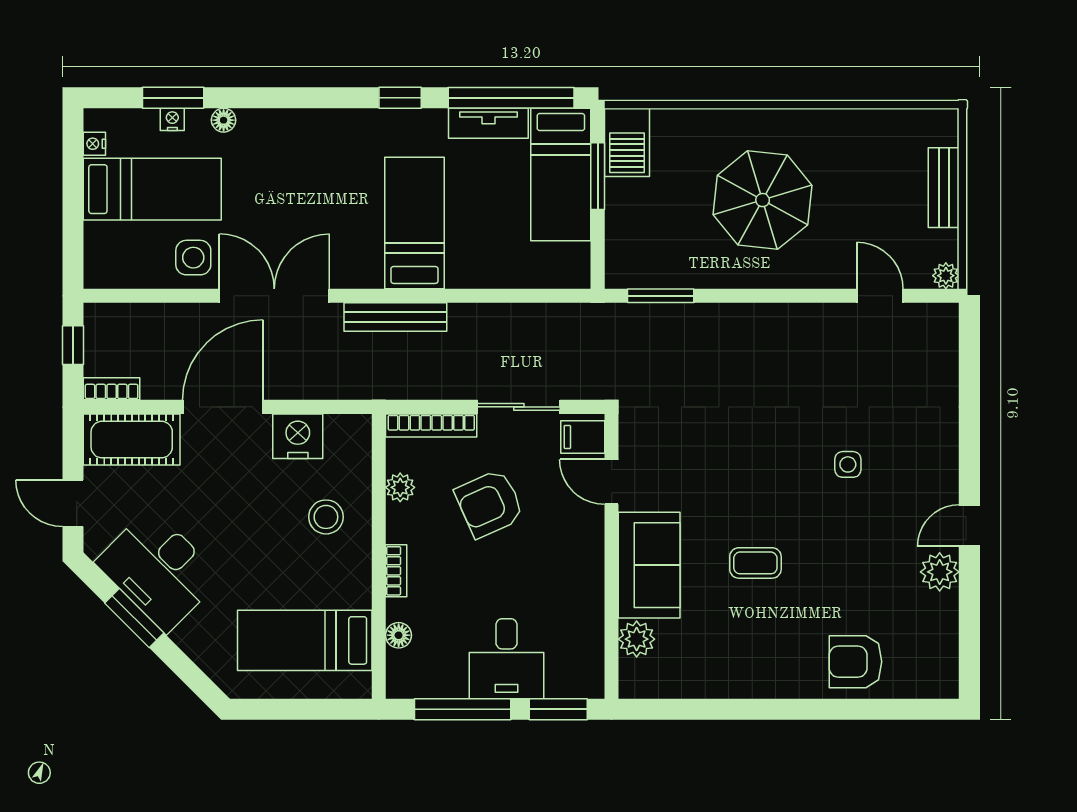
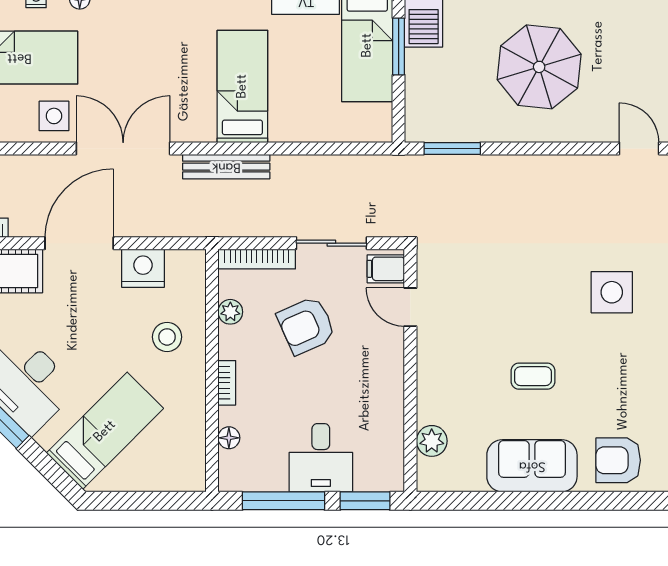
side table: (848, 464) -> (612, 292), width x1.87, depth x1.87
sofa: (649, 565) -> (532, 466), moved, turned -90
bed: (305, 640) -> (105, 431), moved, turned 135

